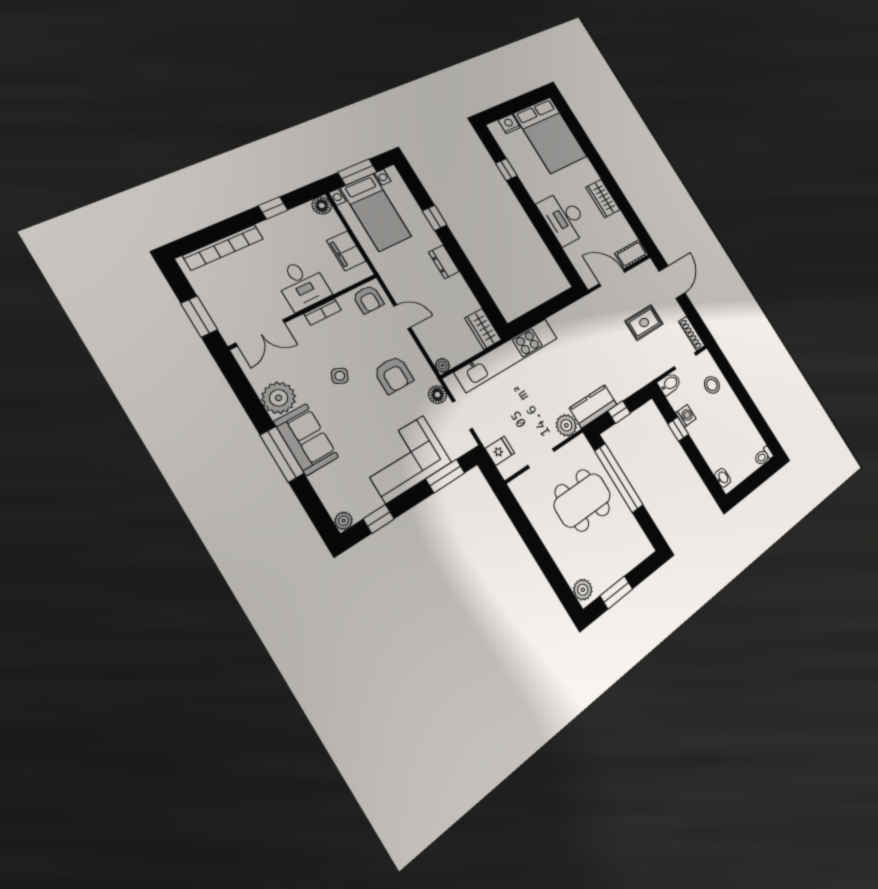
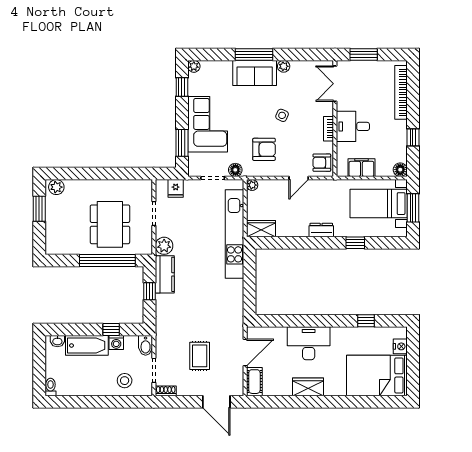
shoe rack: (692, 334) -> (166, 391), width x0.70
armchair: (394, 375) -> (264, 149), turned 180
plant: (279, 398) -> (284, 66), width x0.53, depth x0.53
bathtub: (707, 444) -> (87, 345), added

